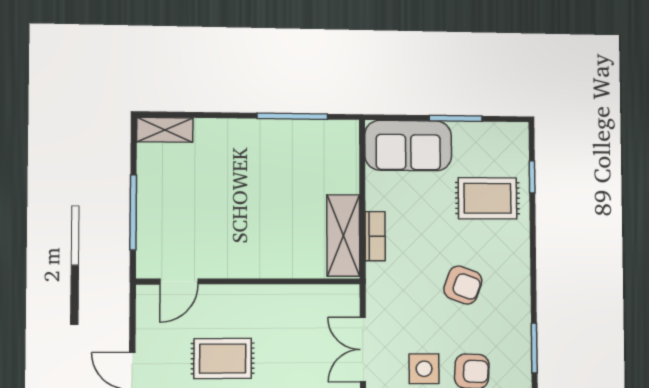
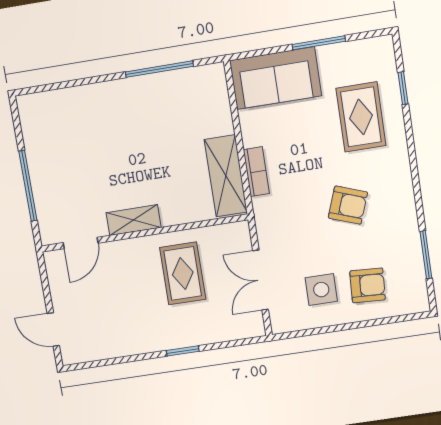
shelving: (165, 130) -> (134, 220), moved
rug: (488, 198) -> (361, 117), turned 90
rug: (223, 359) -> (183, 273), moved, turned 90

